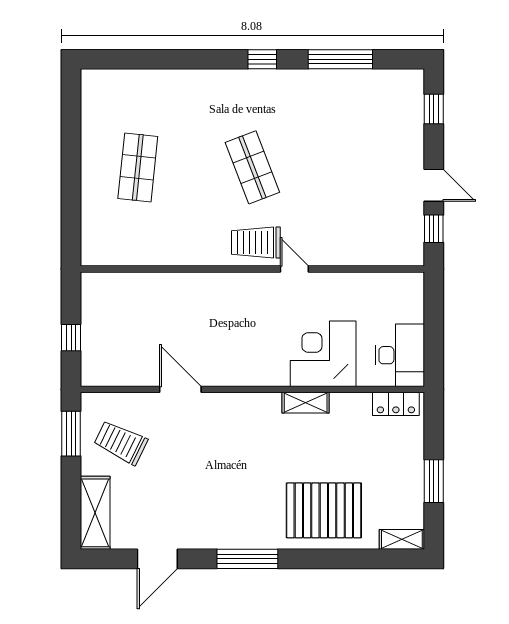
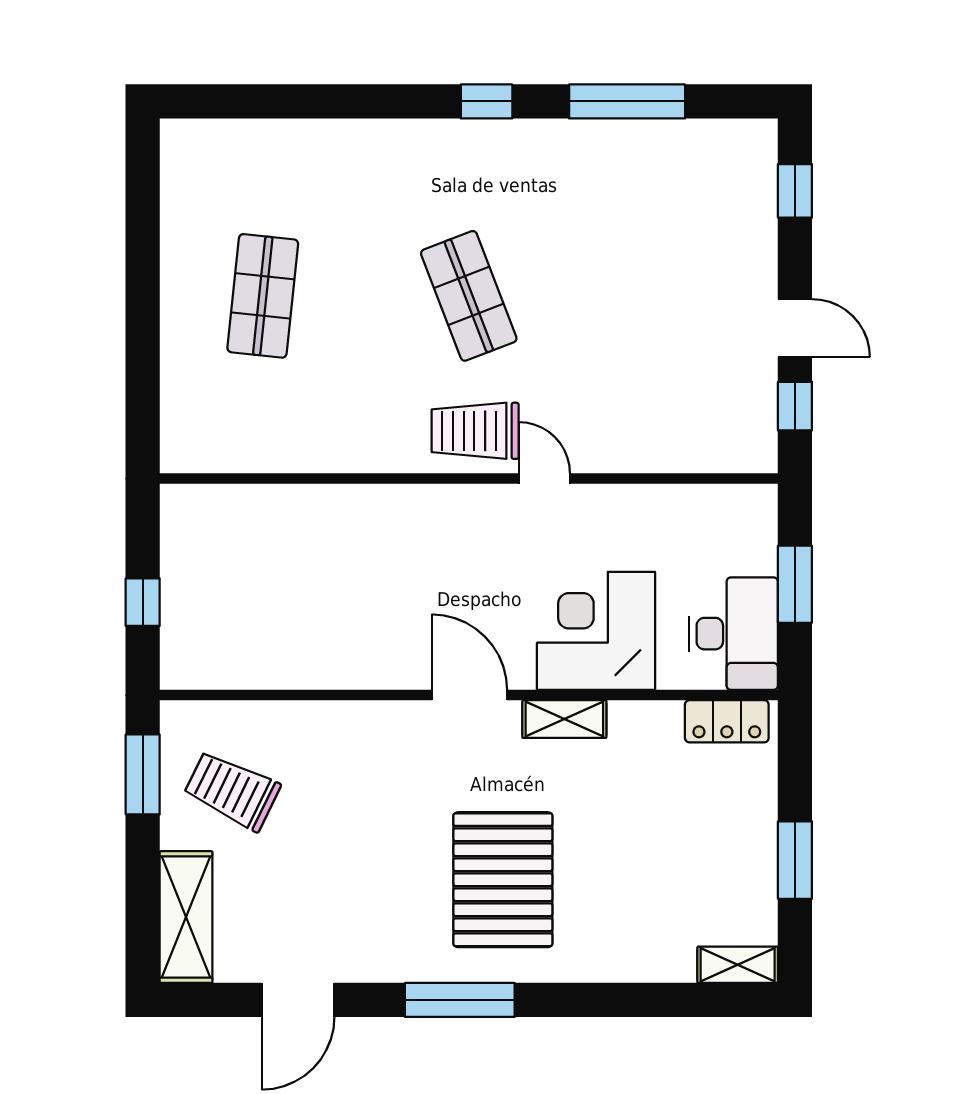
window: (434, 328) -> (795, 584), added
door: (180, 389) -> (469, 695), moved
pallet: (324, 510) -> (503, 880), moved, turned 90

